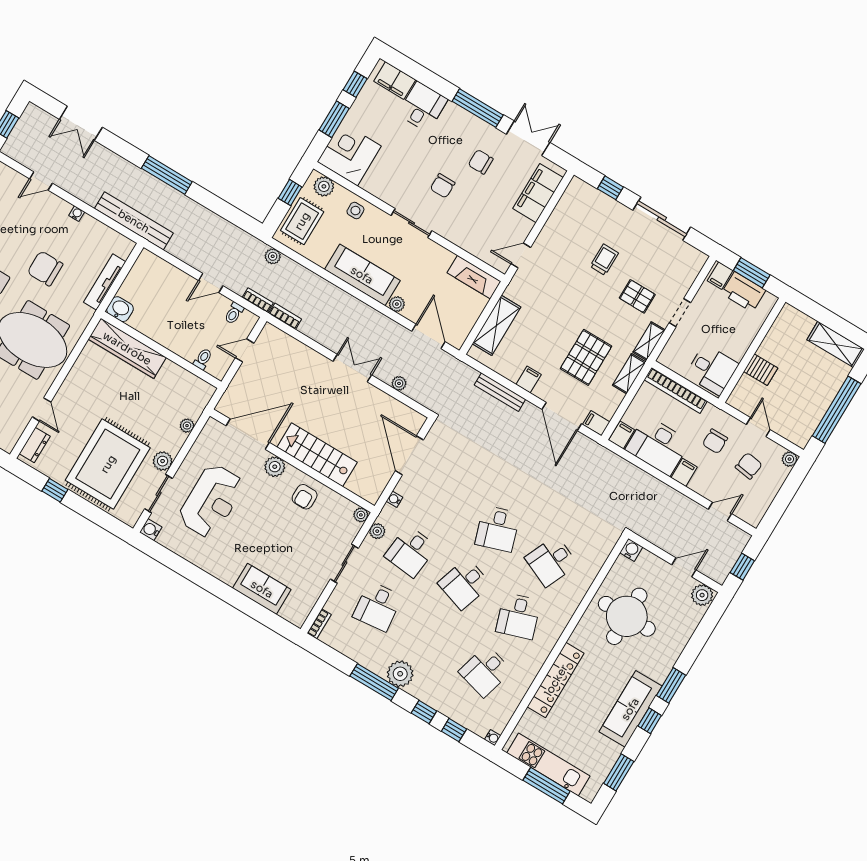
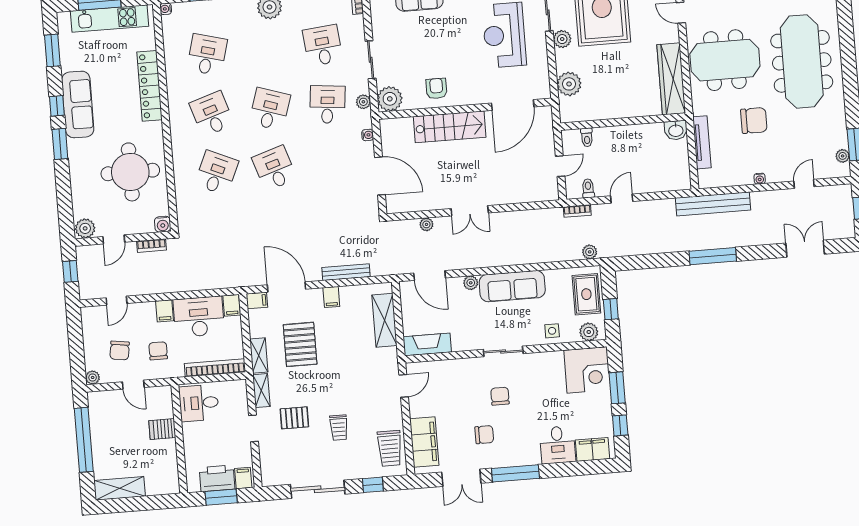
trolley: (572, 209) -> (390, 448), added
bookcase: (285, 316) -> (151, 246), moved
wardrobe: (127, 348) -> (671, 79), moved, turned -90
plant: (187, 426) -> (569, 84), width x1.87, depth x1.87
plant: (275, 467) -> (475, 95), removed
plant: (361, 515) -> (390, 99), width x1.88, depth x1.88

